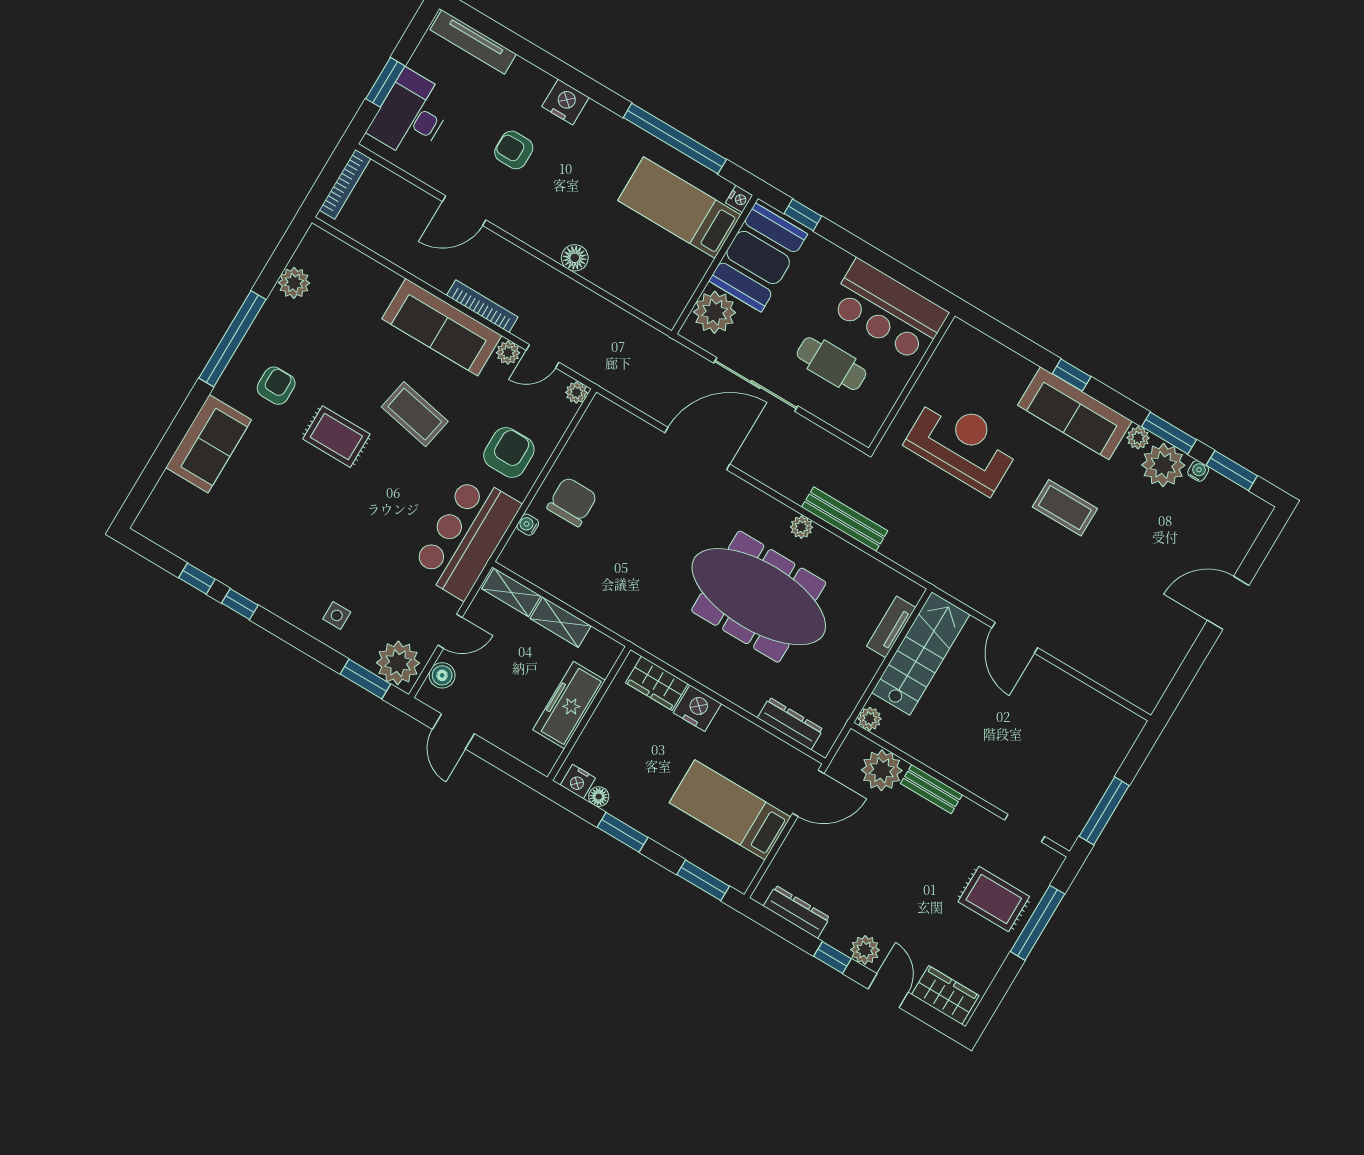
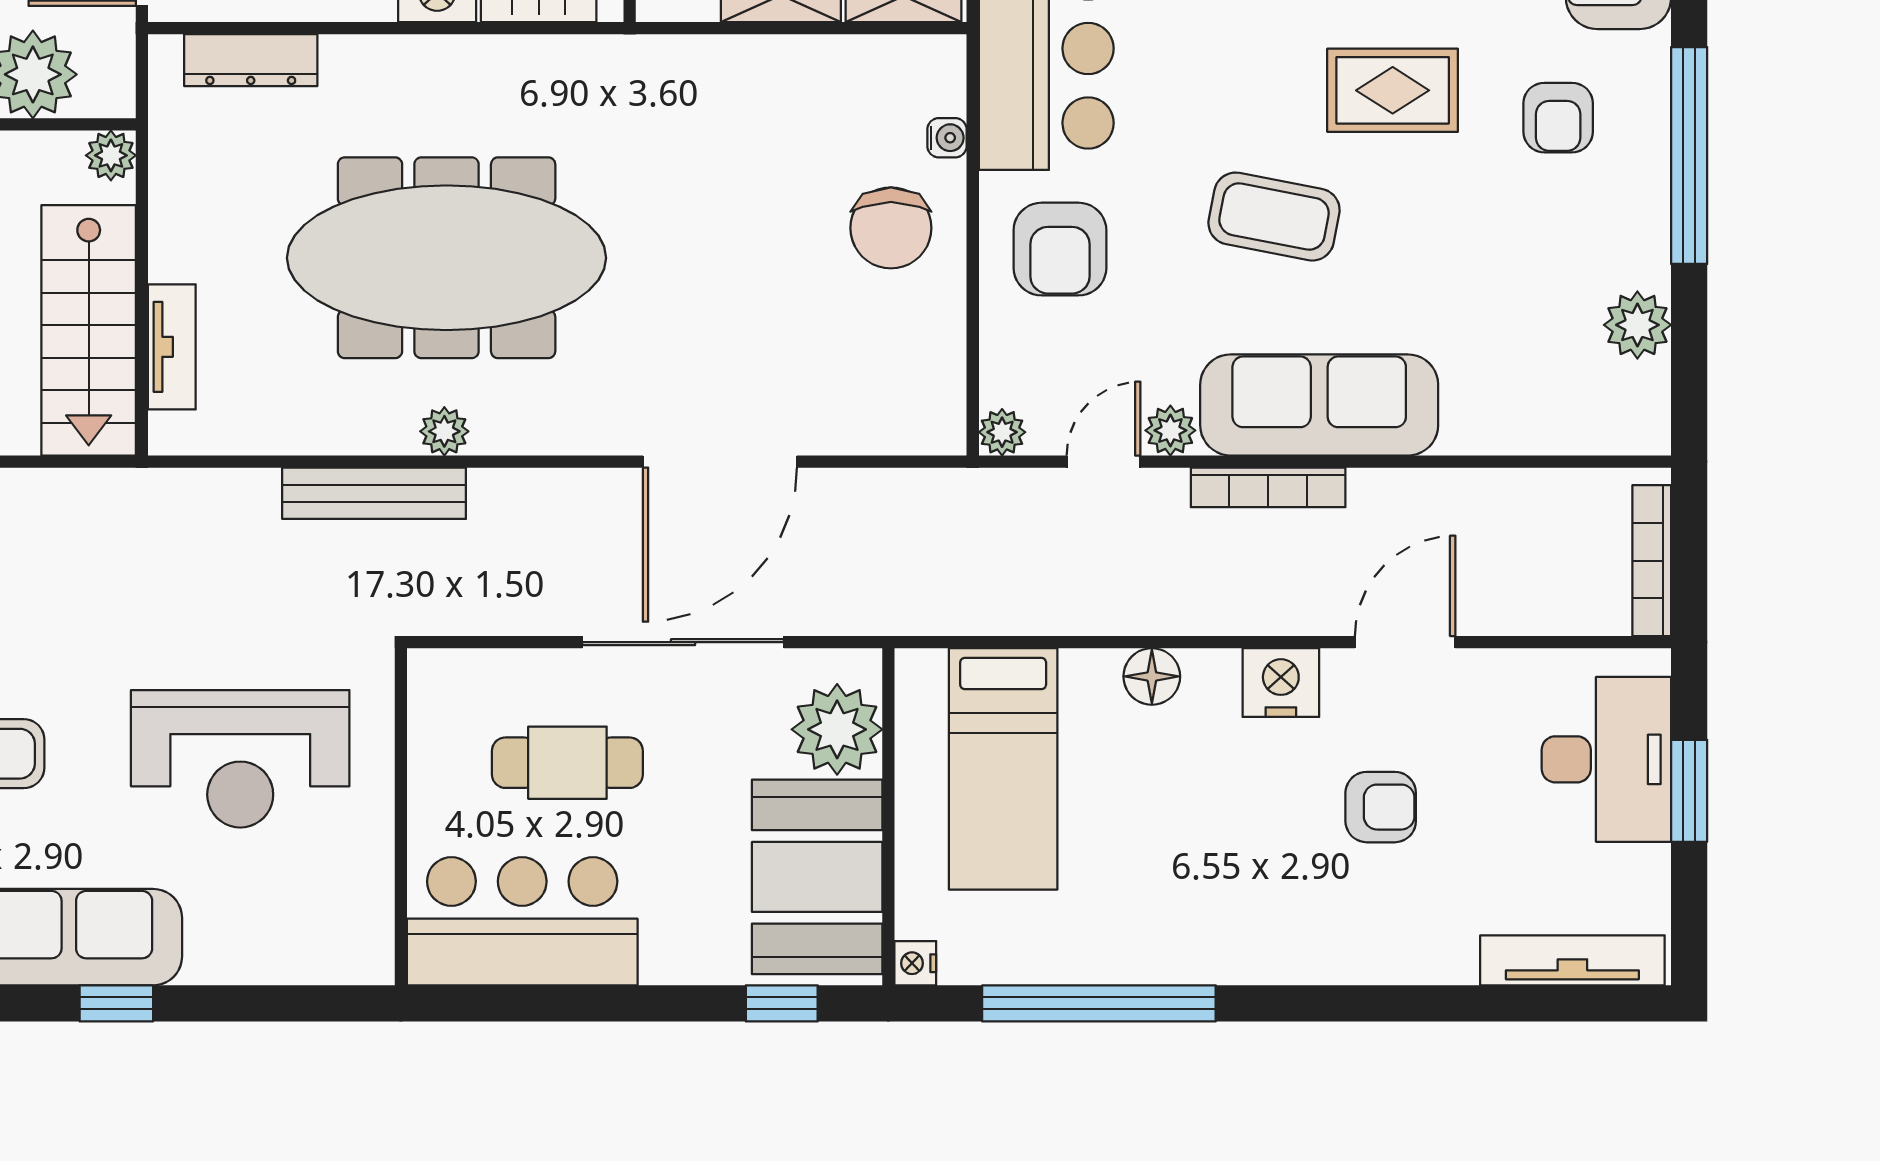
nightstand: (565, 102) -> (1281, 683), moved, turned 180
bed: (679, 208) -> (1003, 769), moved, turned 90

